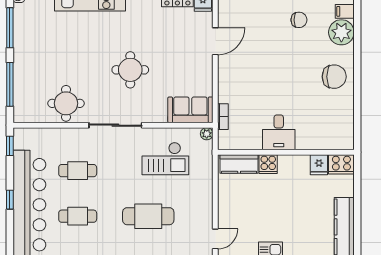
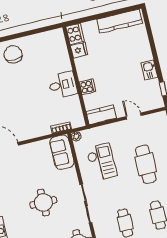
kitchen counter: (239, 164) -> (101, 115), moved, turned -90
door: (215, 239) -> (134, 116), moved

